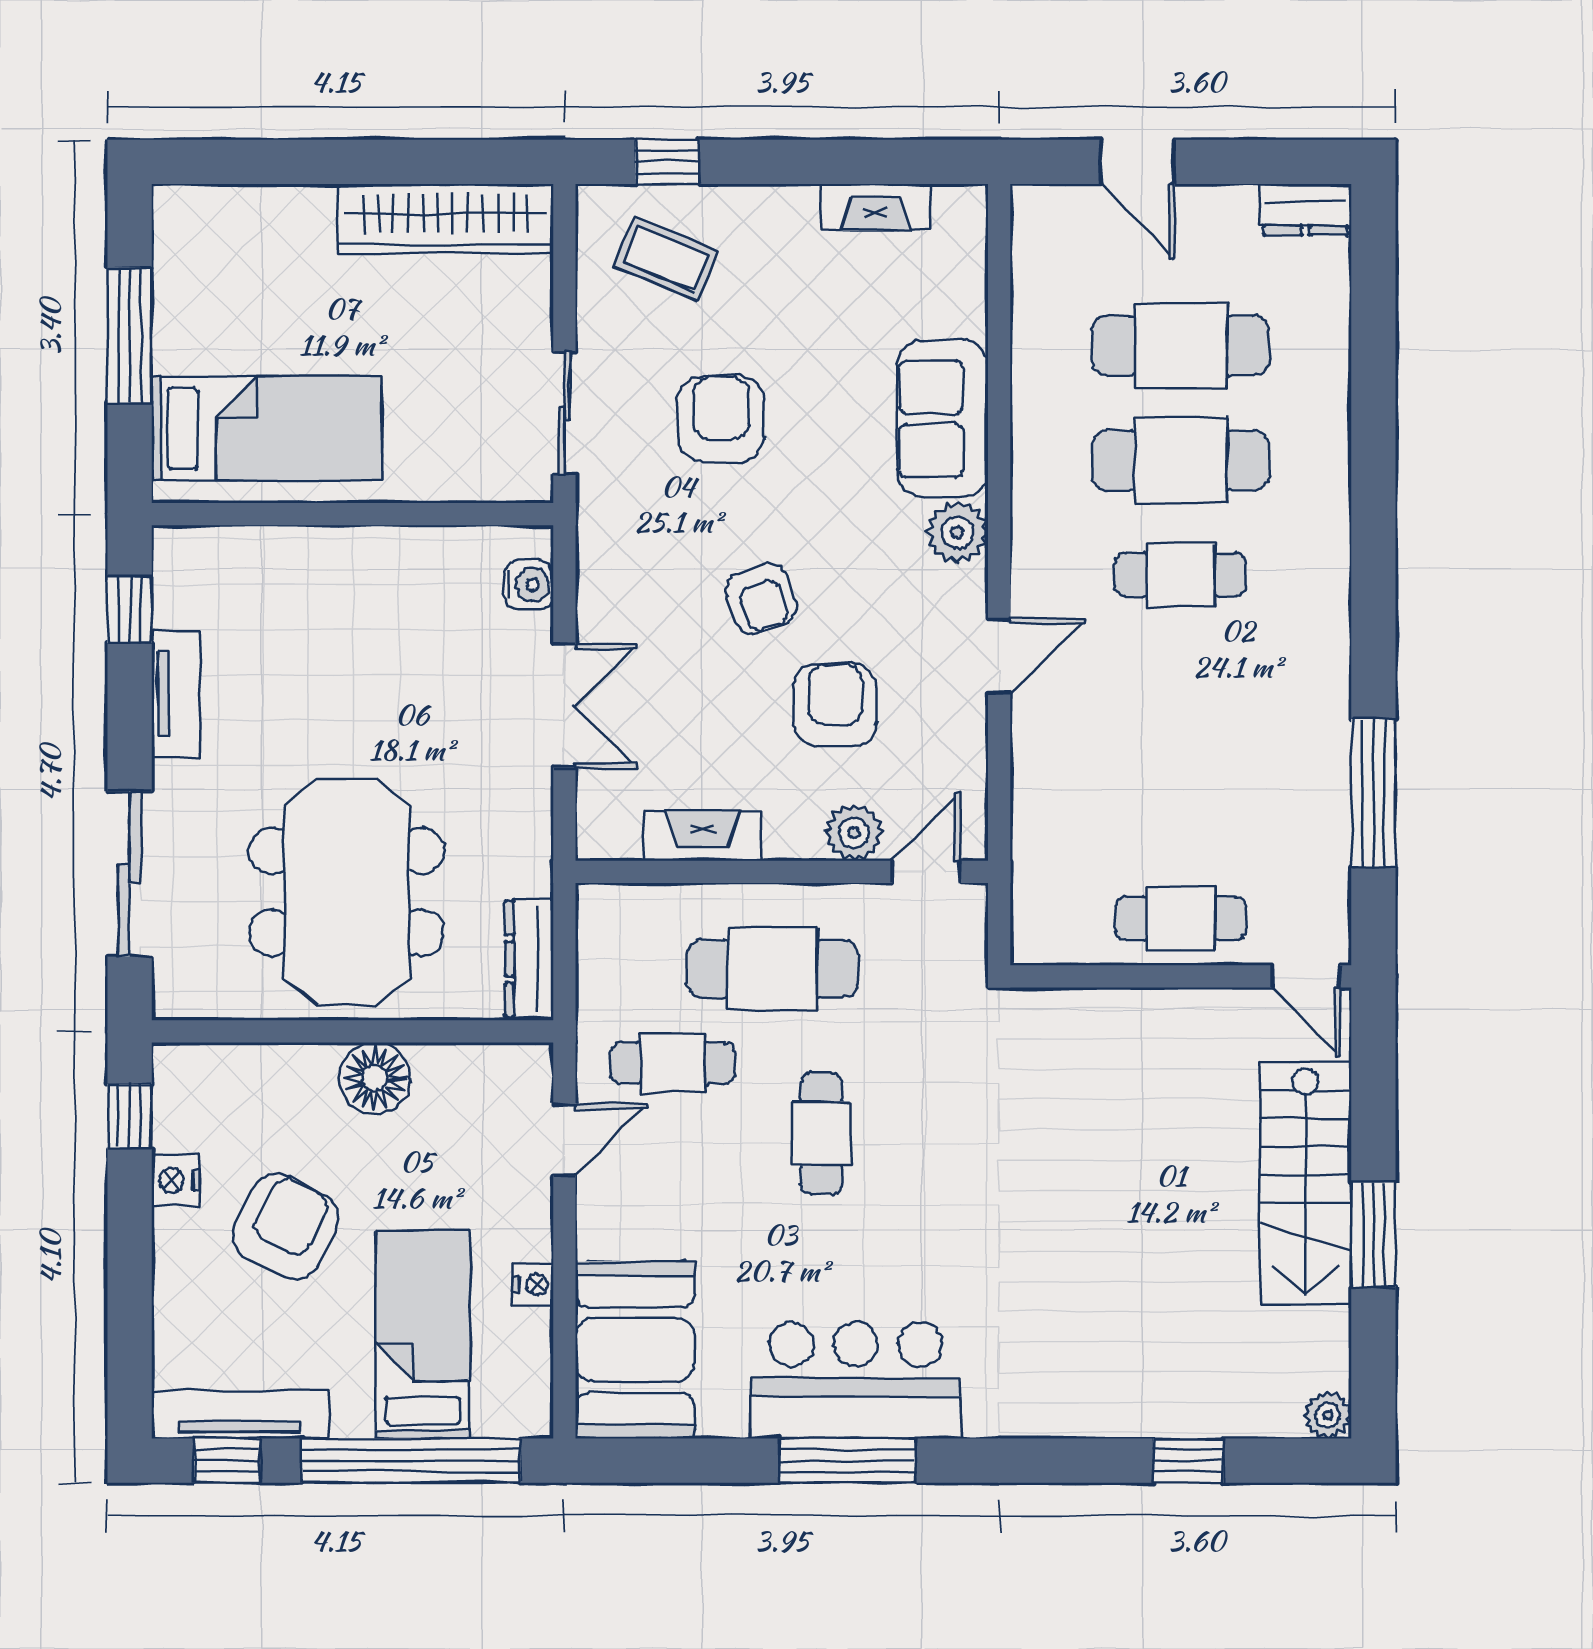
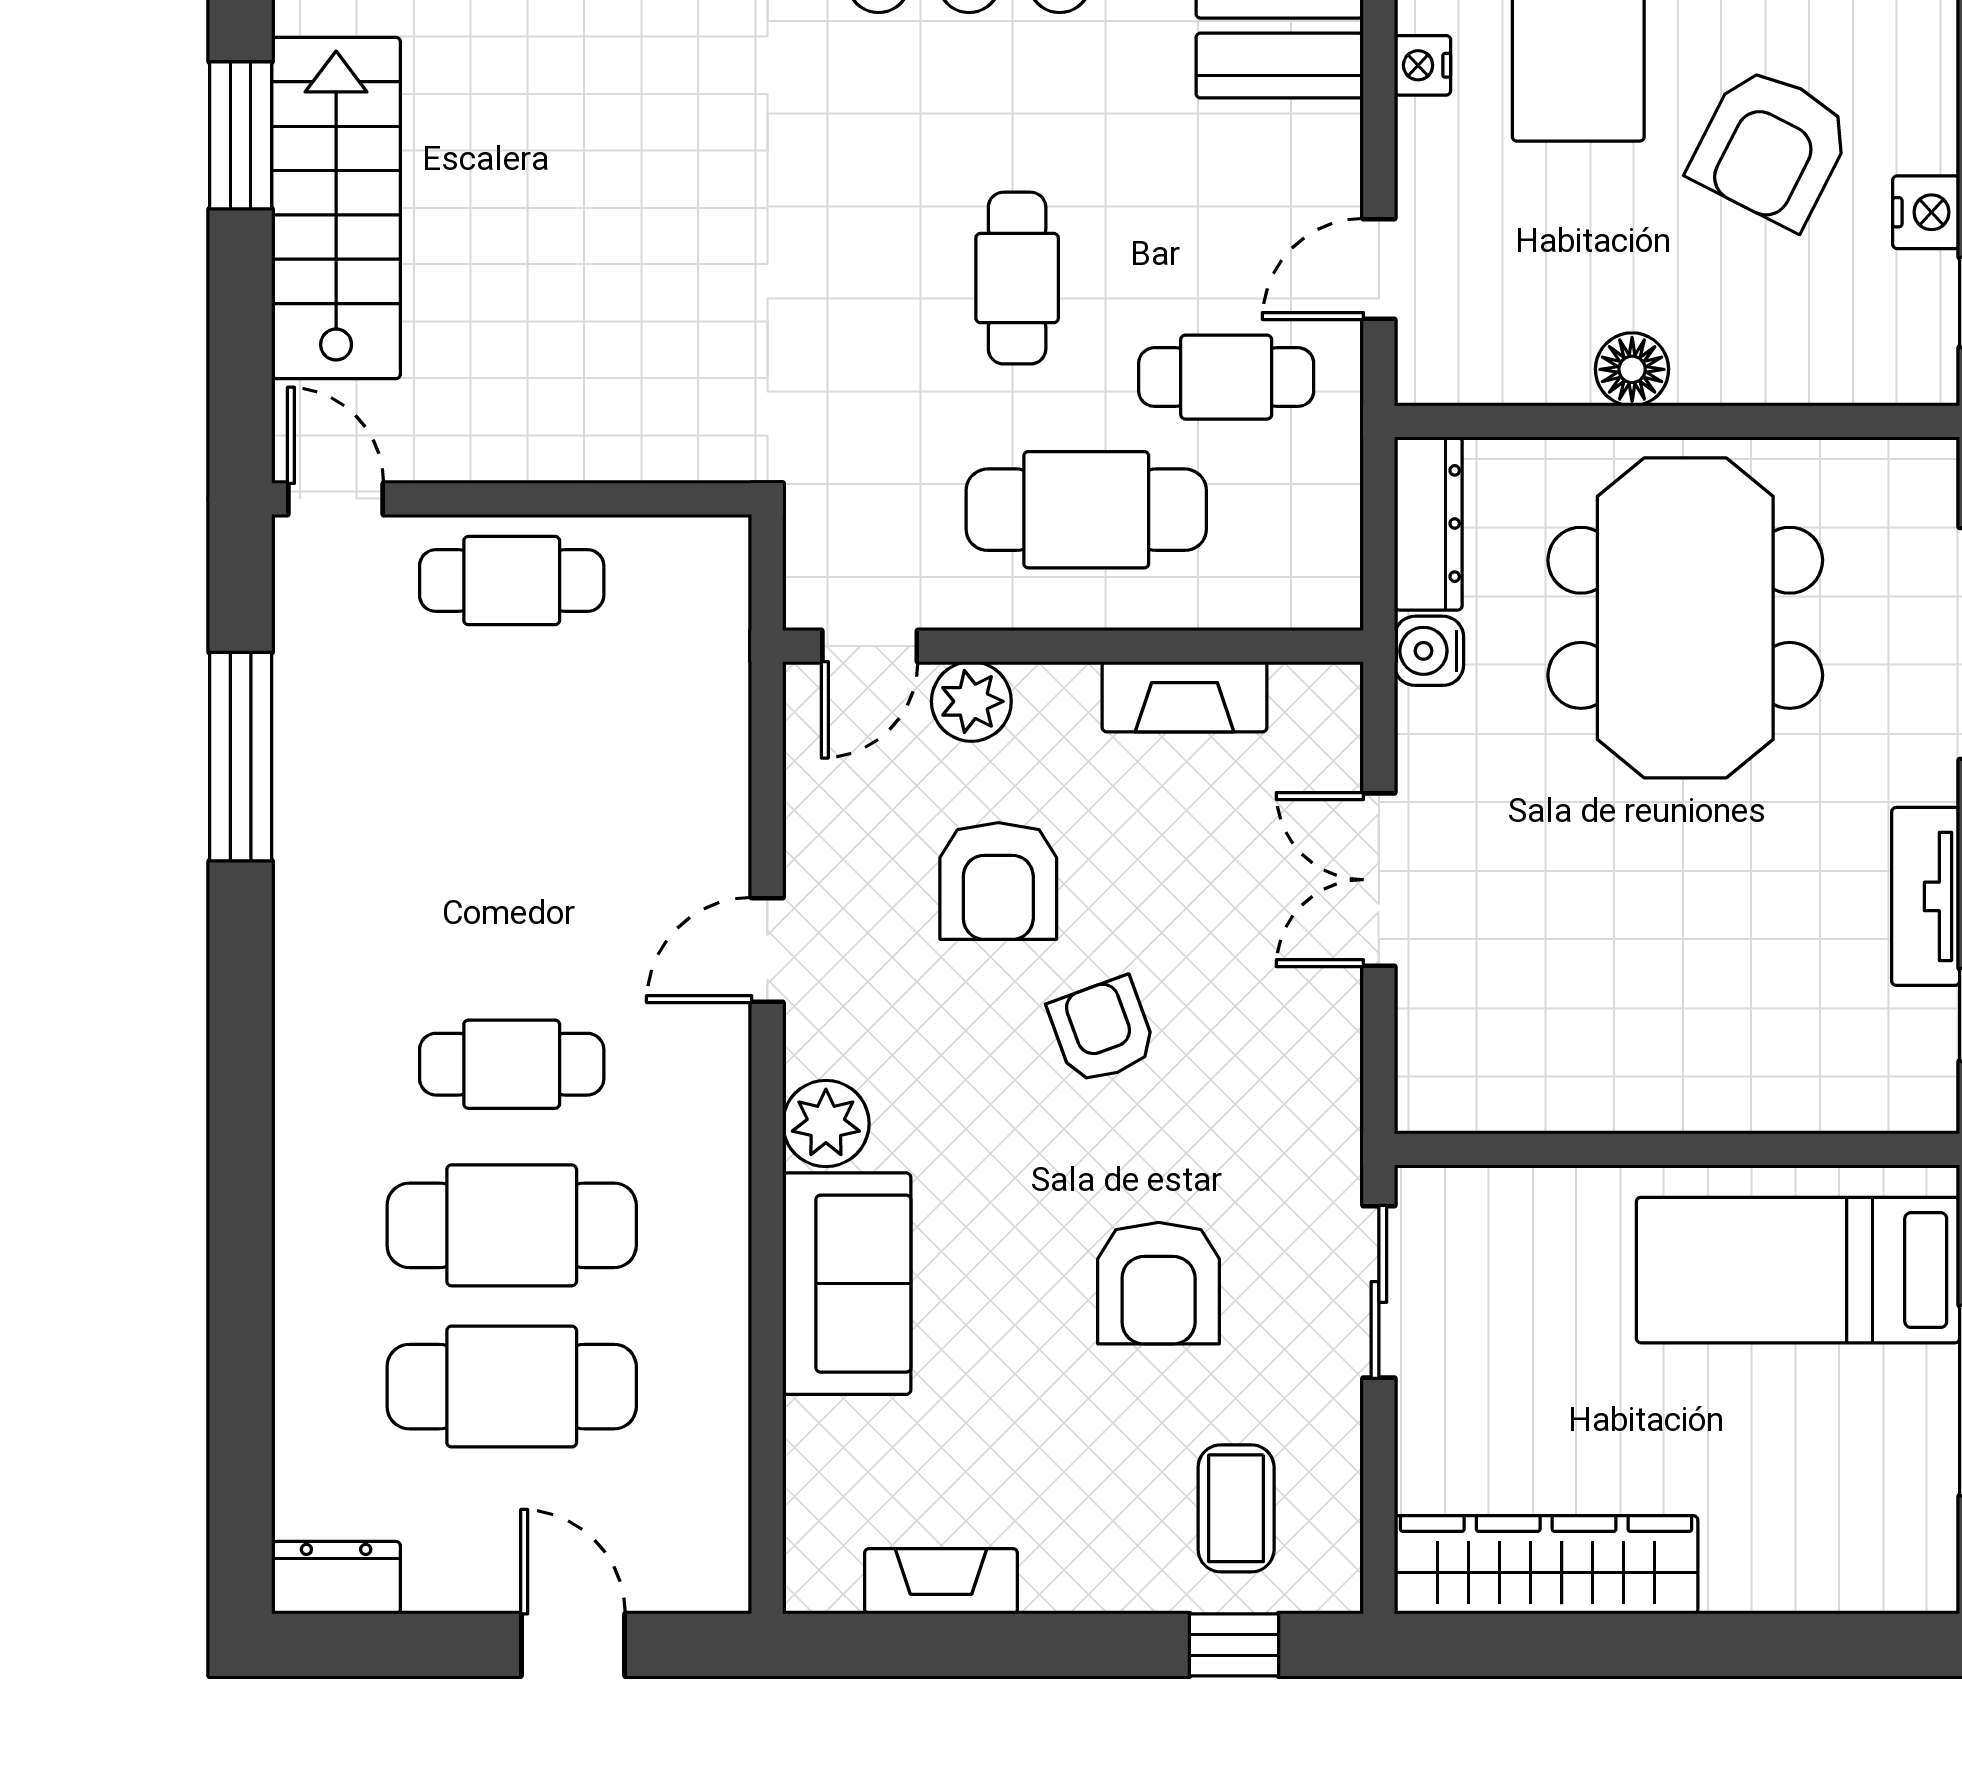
coffee table: (666, 259) -> (1236, 1508), turned 68
water cooler: (529, 585) -> (1429, 651), moved
floor lamp: (375, 1078) -> (1632, 369), width x0.73, depth x0.73

